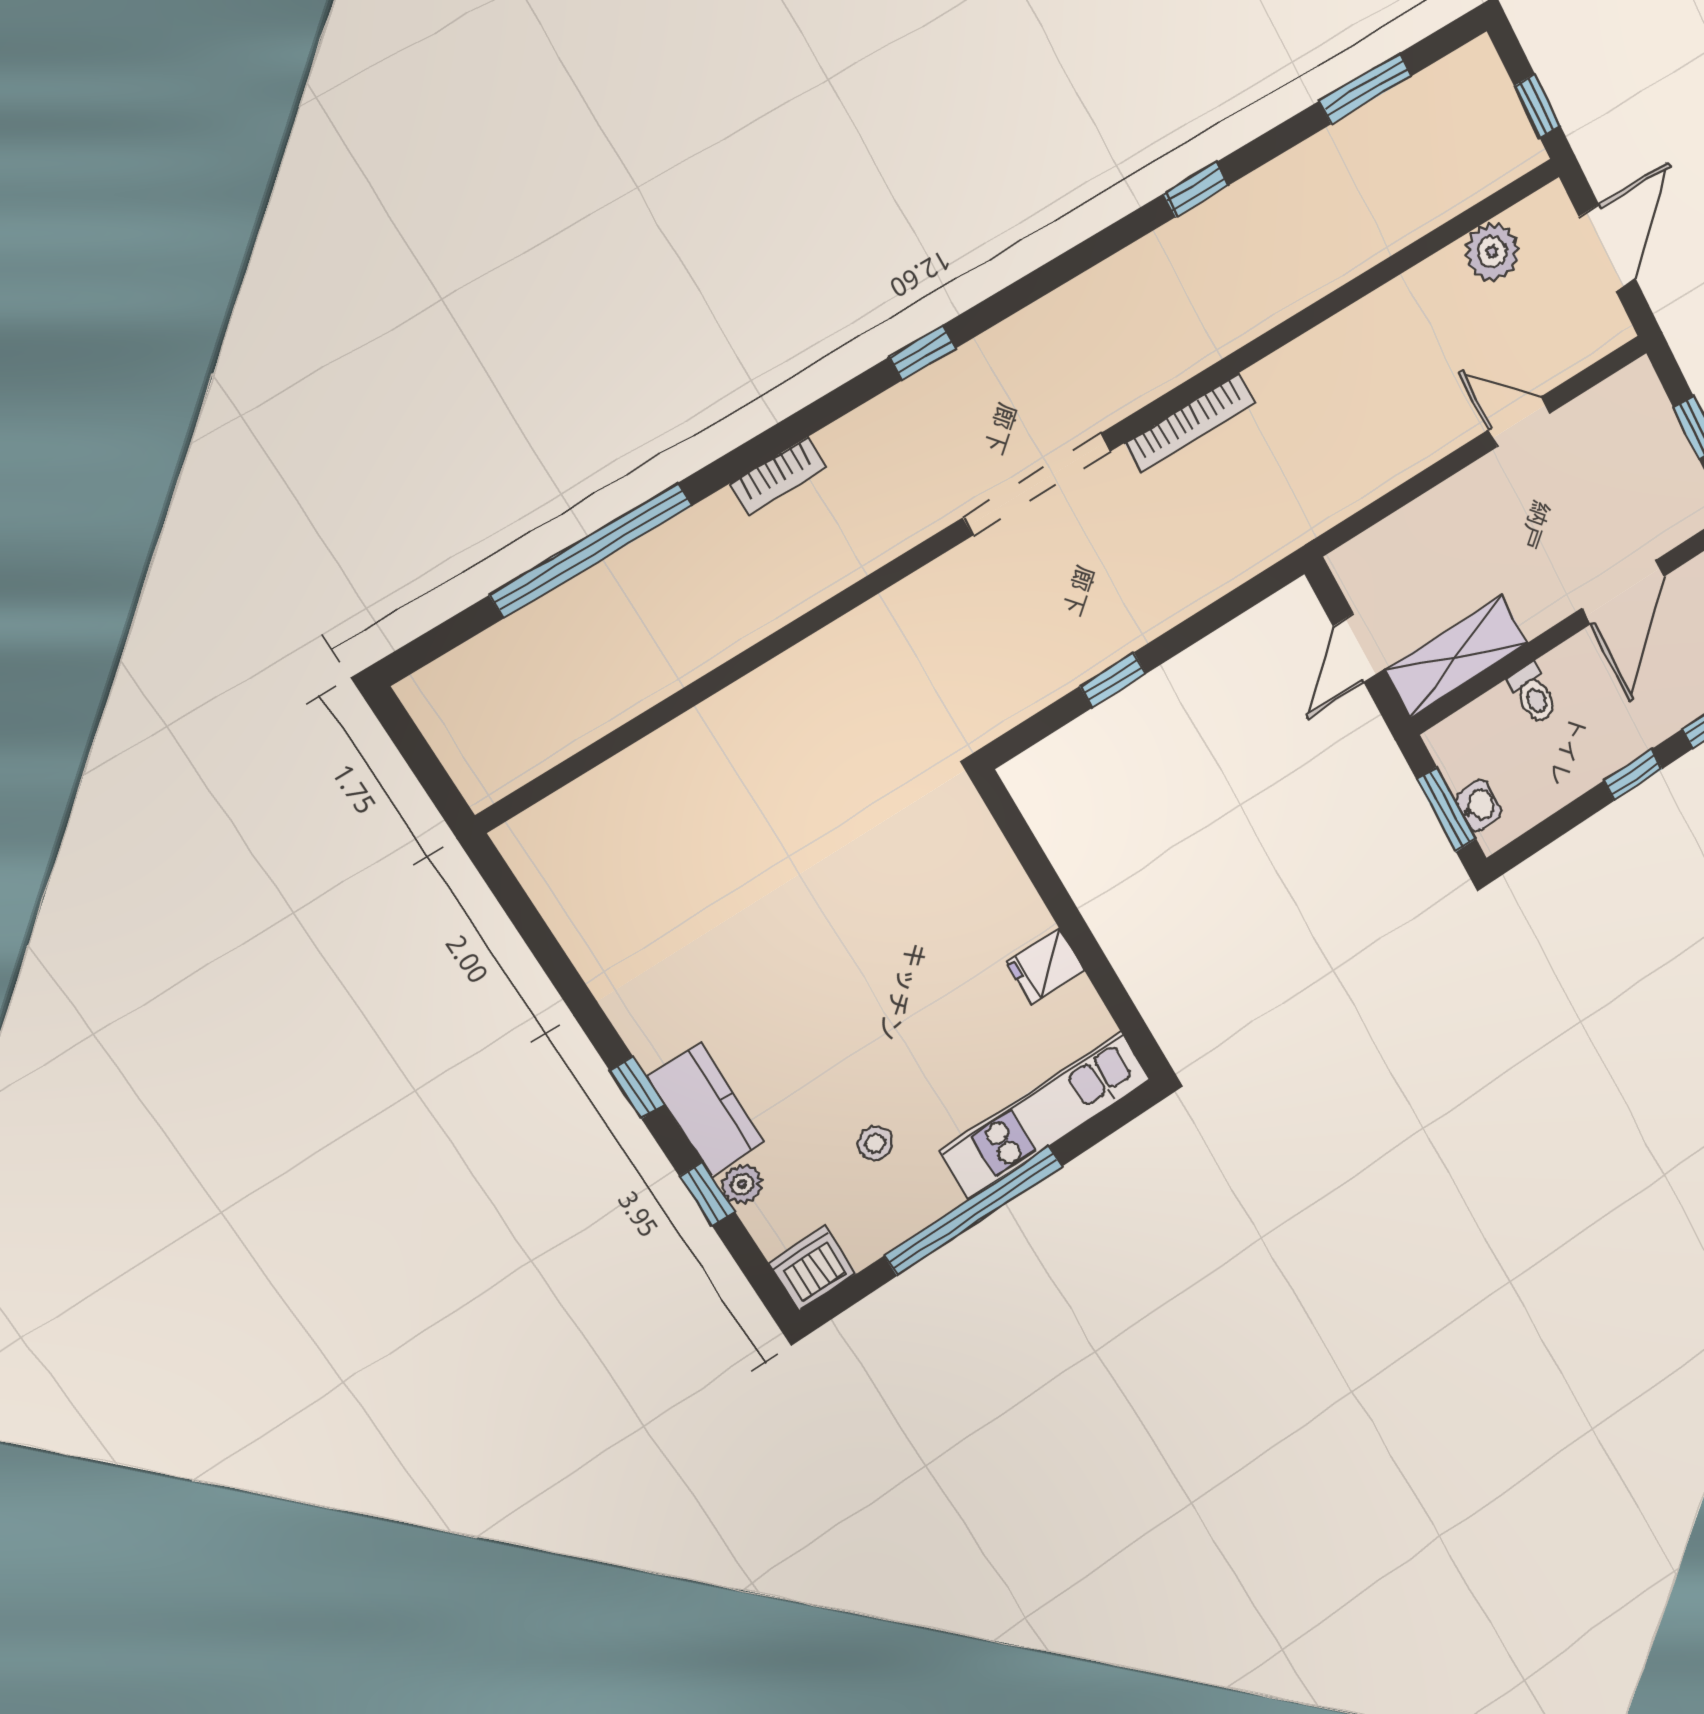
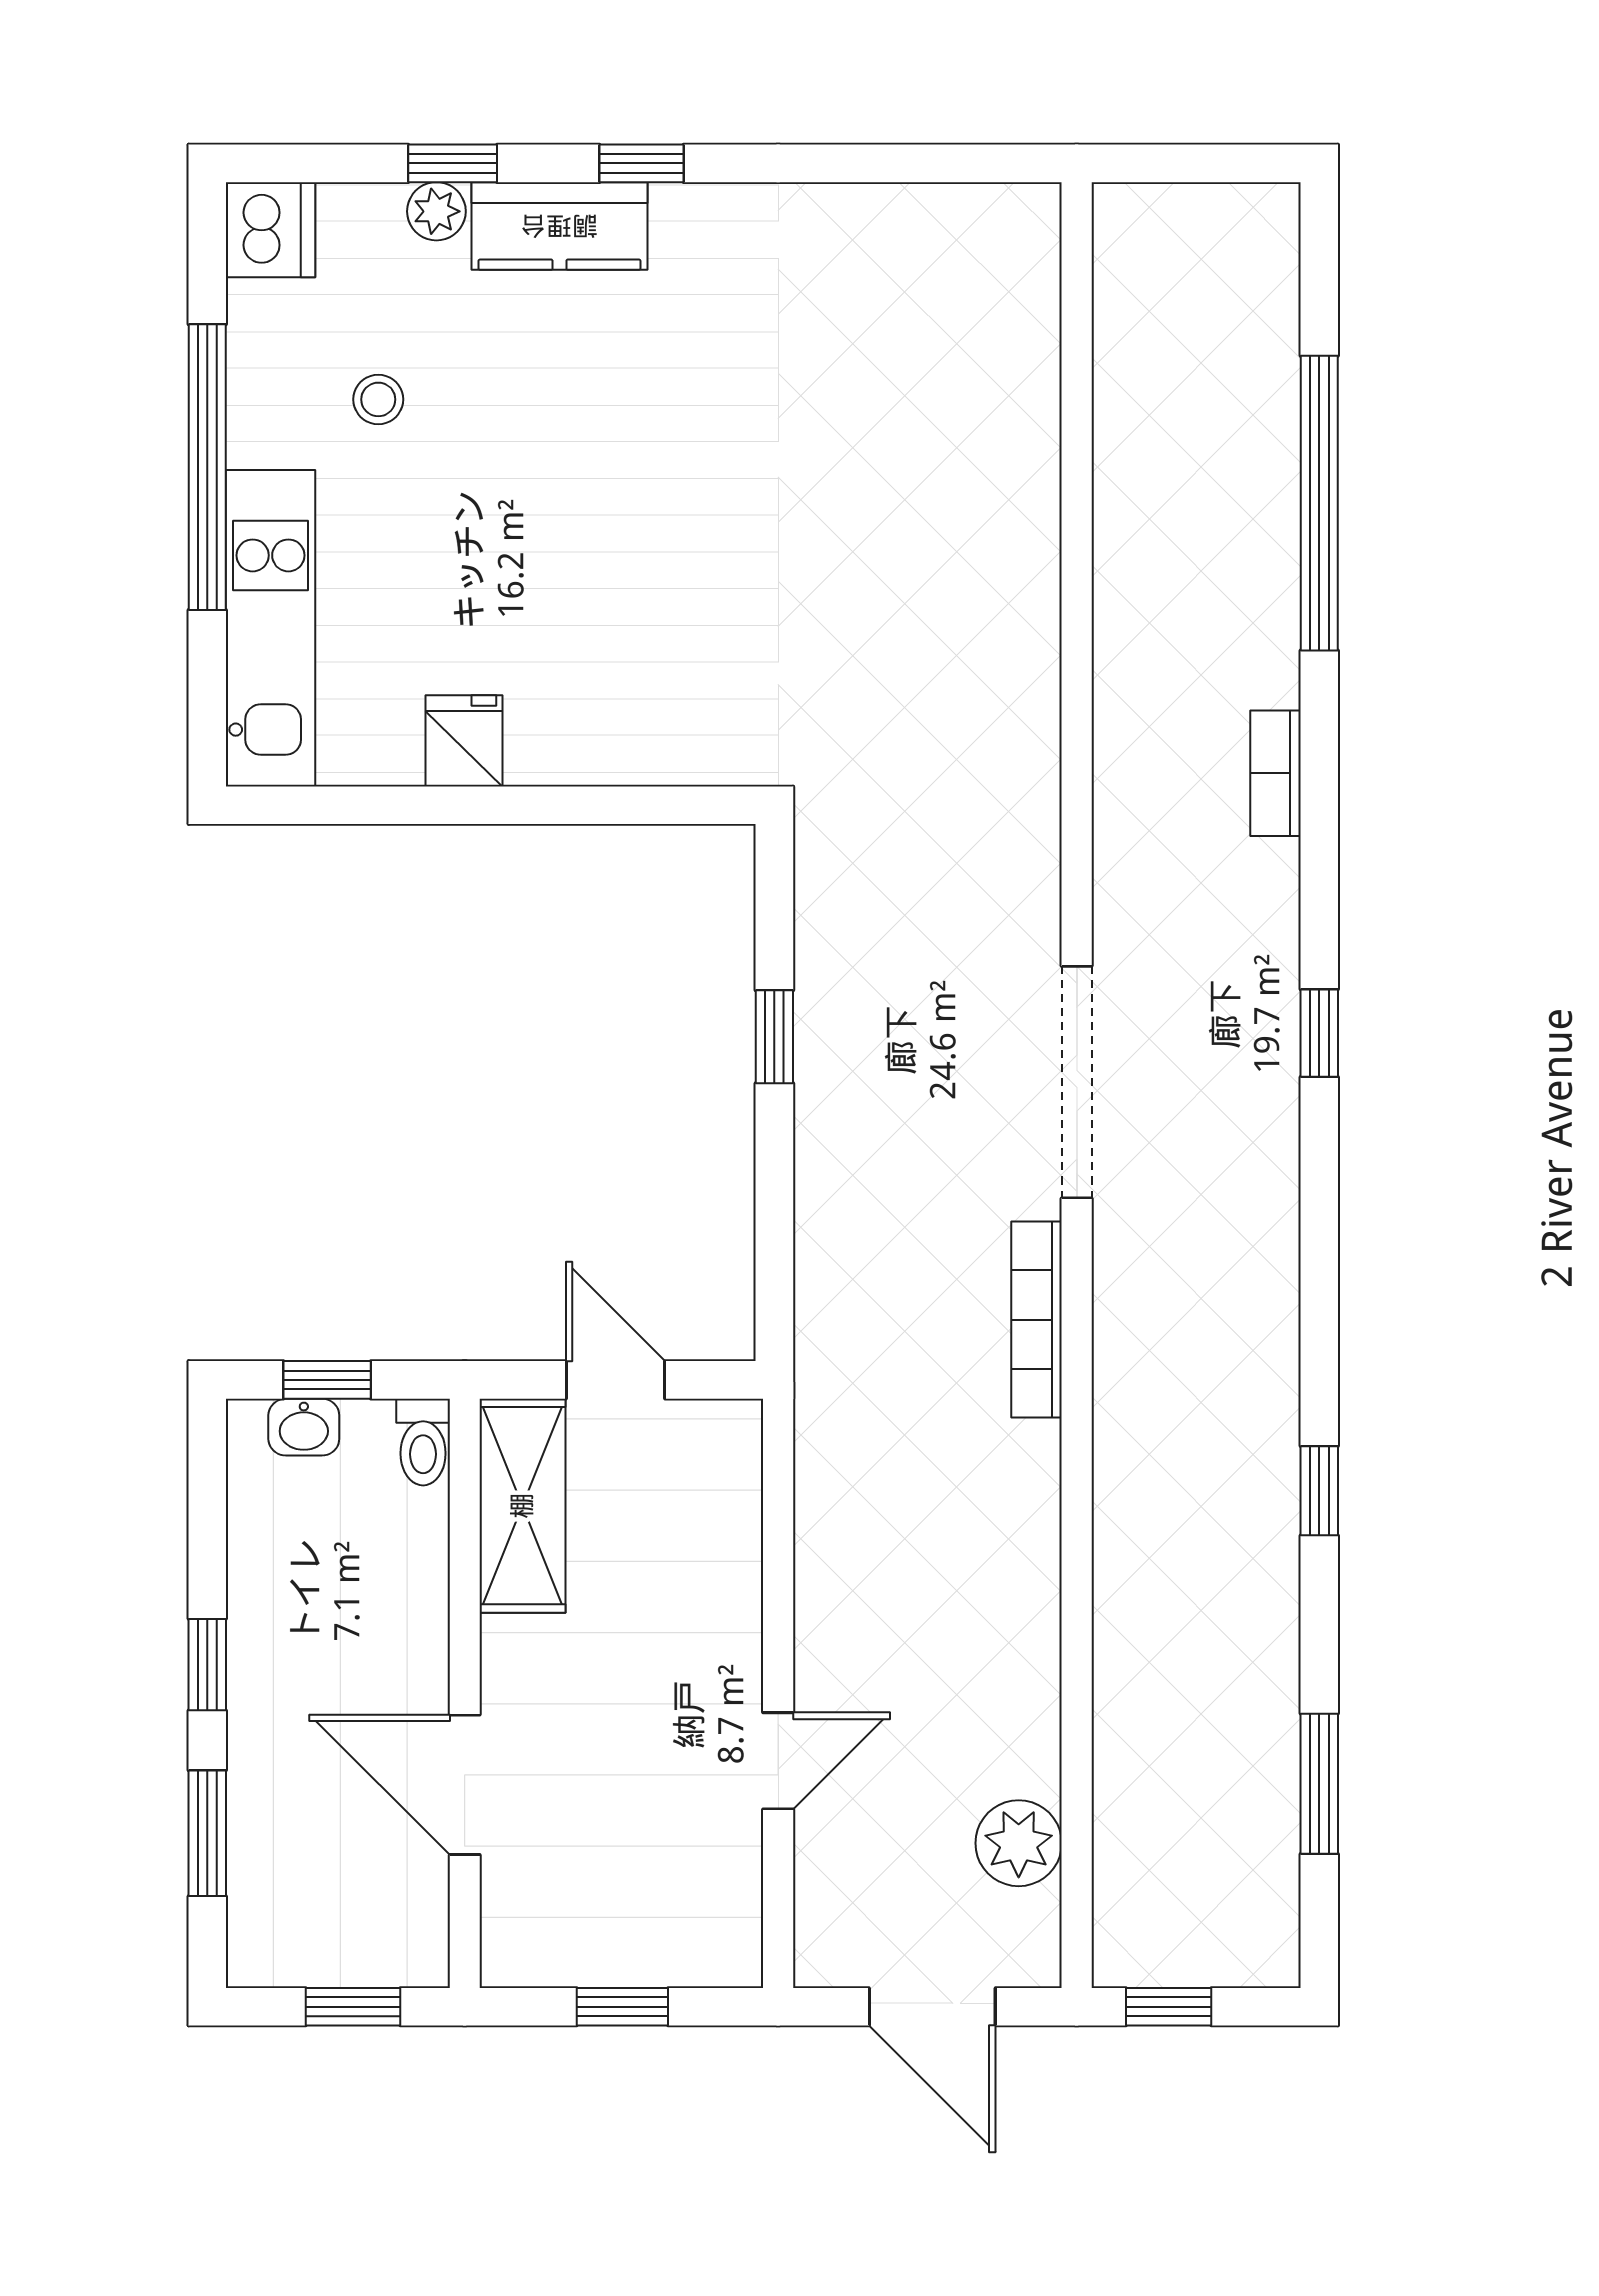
toilet: (1533, 694) -> (423, 1442), moved, turned -90
window: (1446, 809) -> (327, 1380), width x0.67

